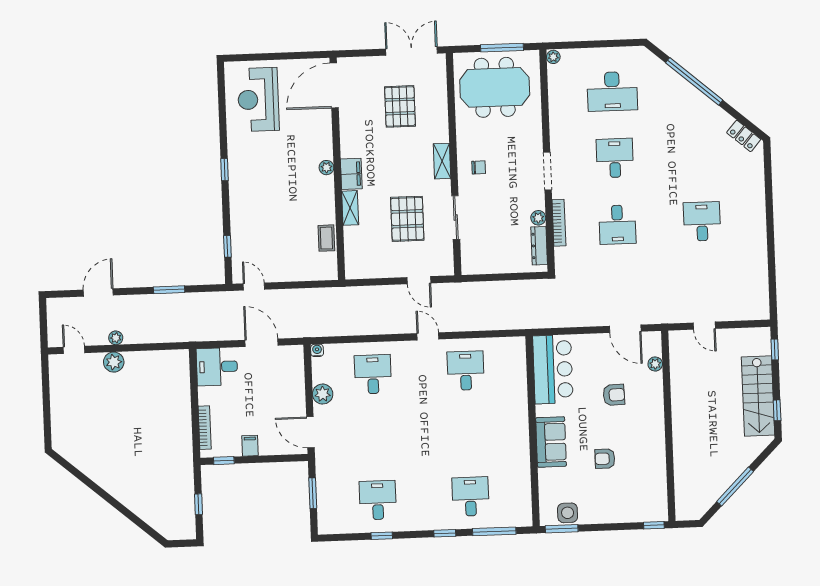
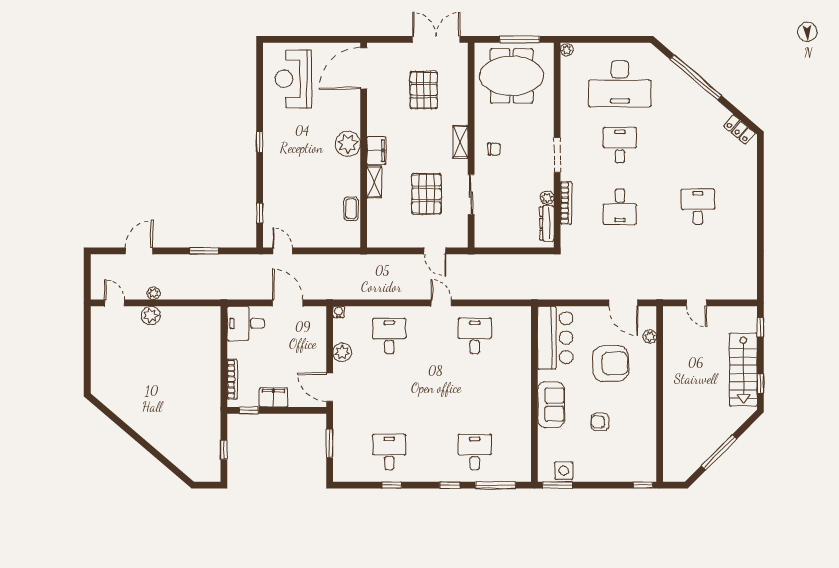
desk: (612, 91) -> (620, 84), width x1.36, depth x1.30
plant: (326, 168) -> (348, 144), width x1.87, depth x1.87
armchair: (614, 395) -> (611, 364), width x1.88, depth x1.88
filing cabinet: (250, 446) -> (273, 397), width x2.00

